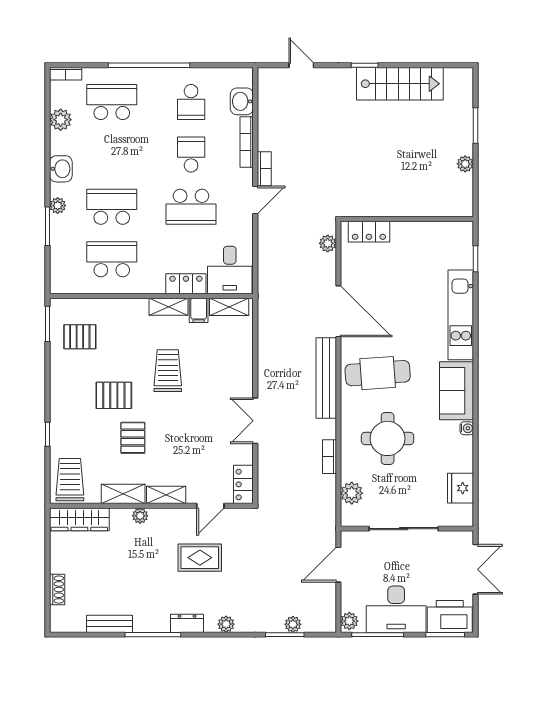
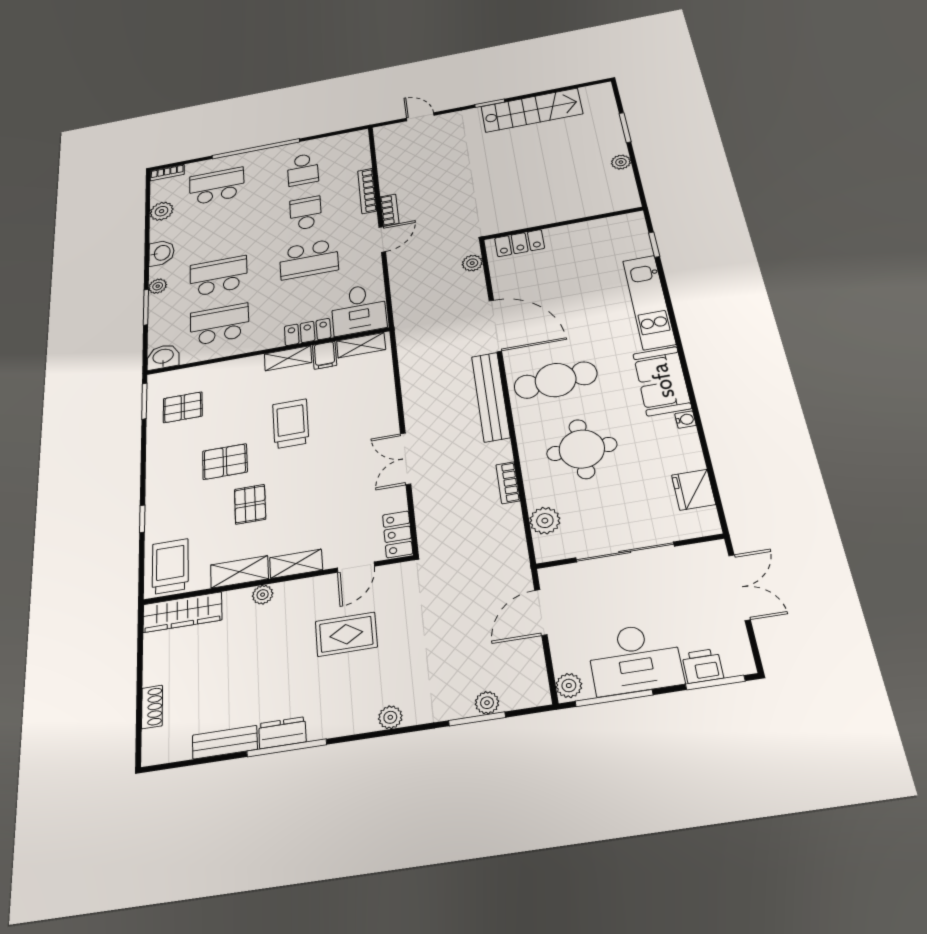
washbasin: (242, 101) -> (163, 357), moved, turned 90
printer: (450, 616) -> (703, 666), width x0.53, depth x0.68
dresser: (187, 623) -> (282, 733), moved

